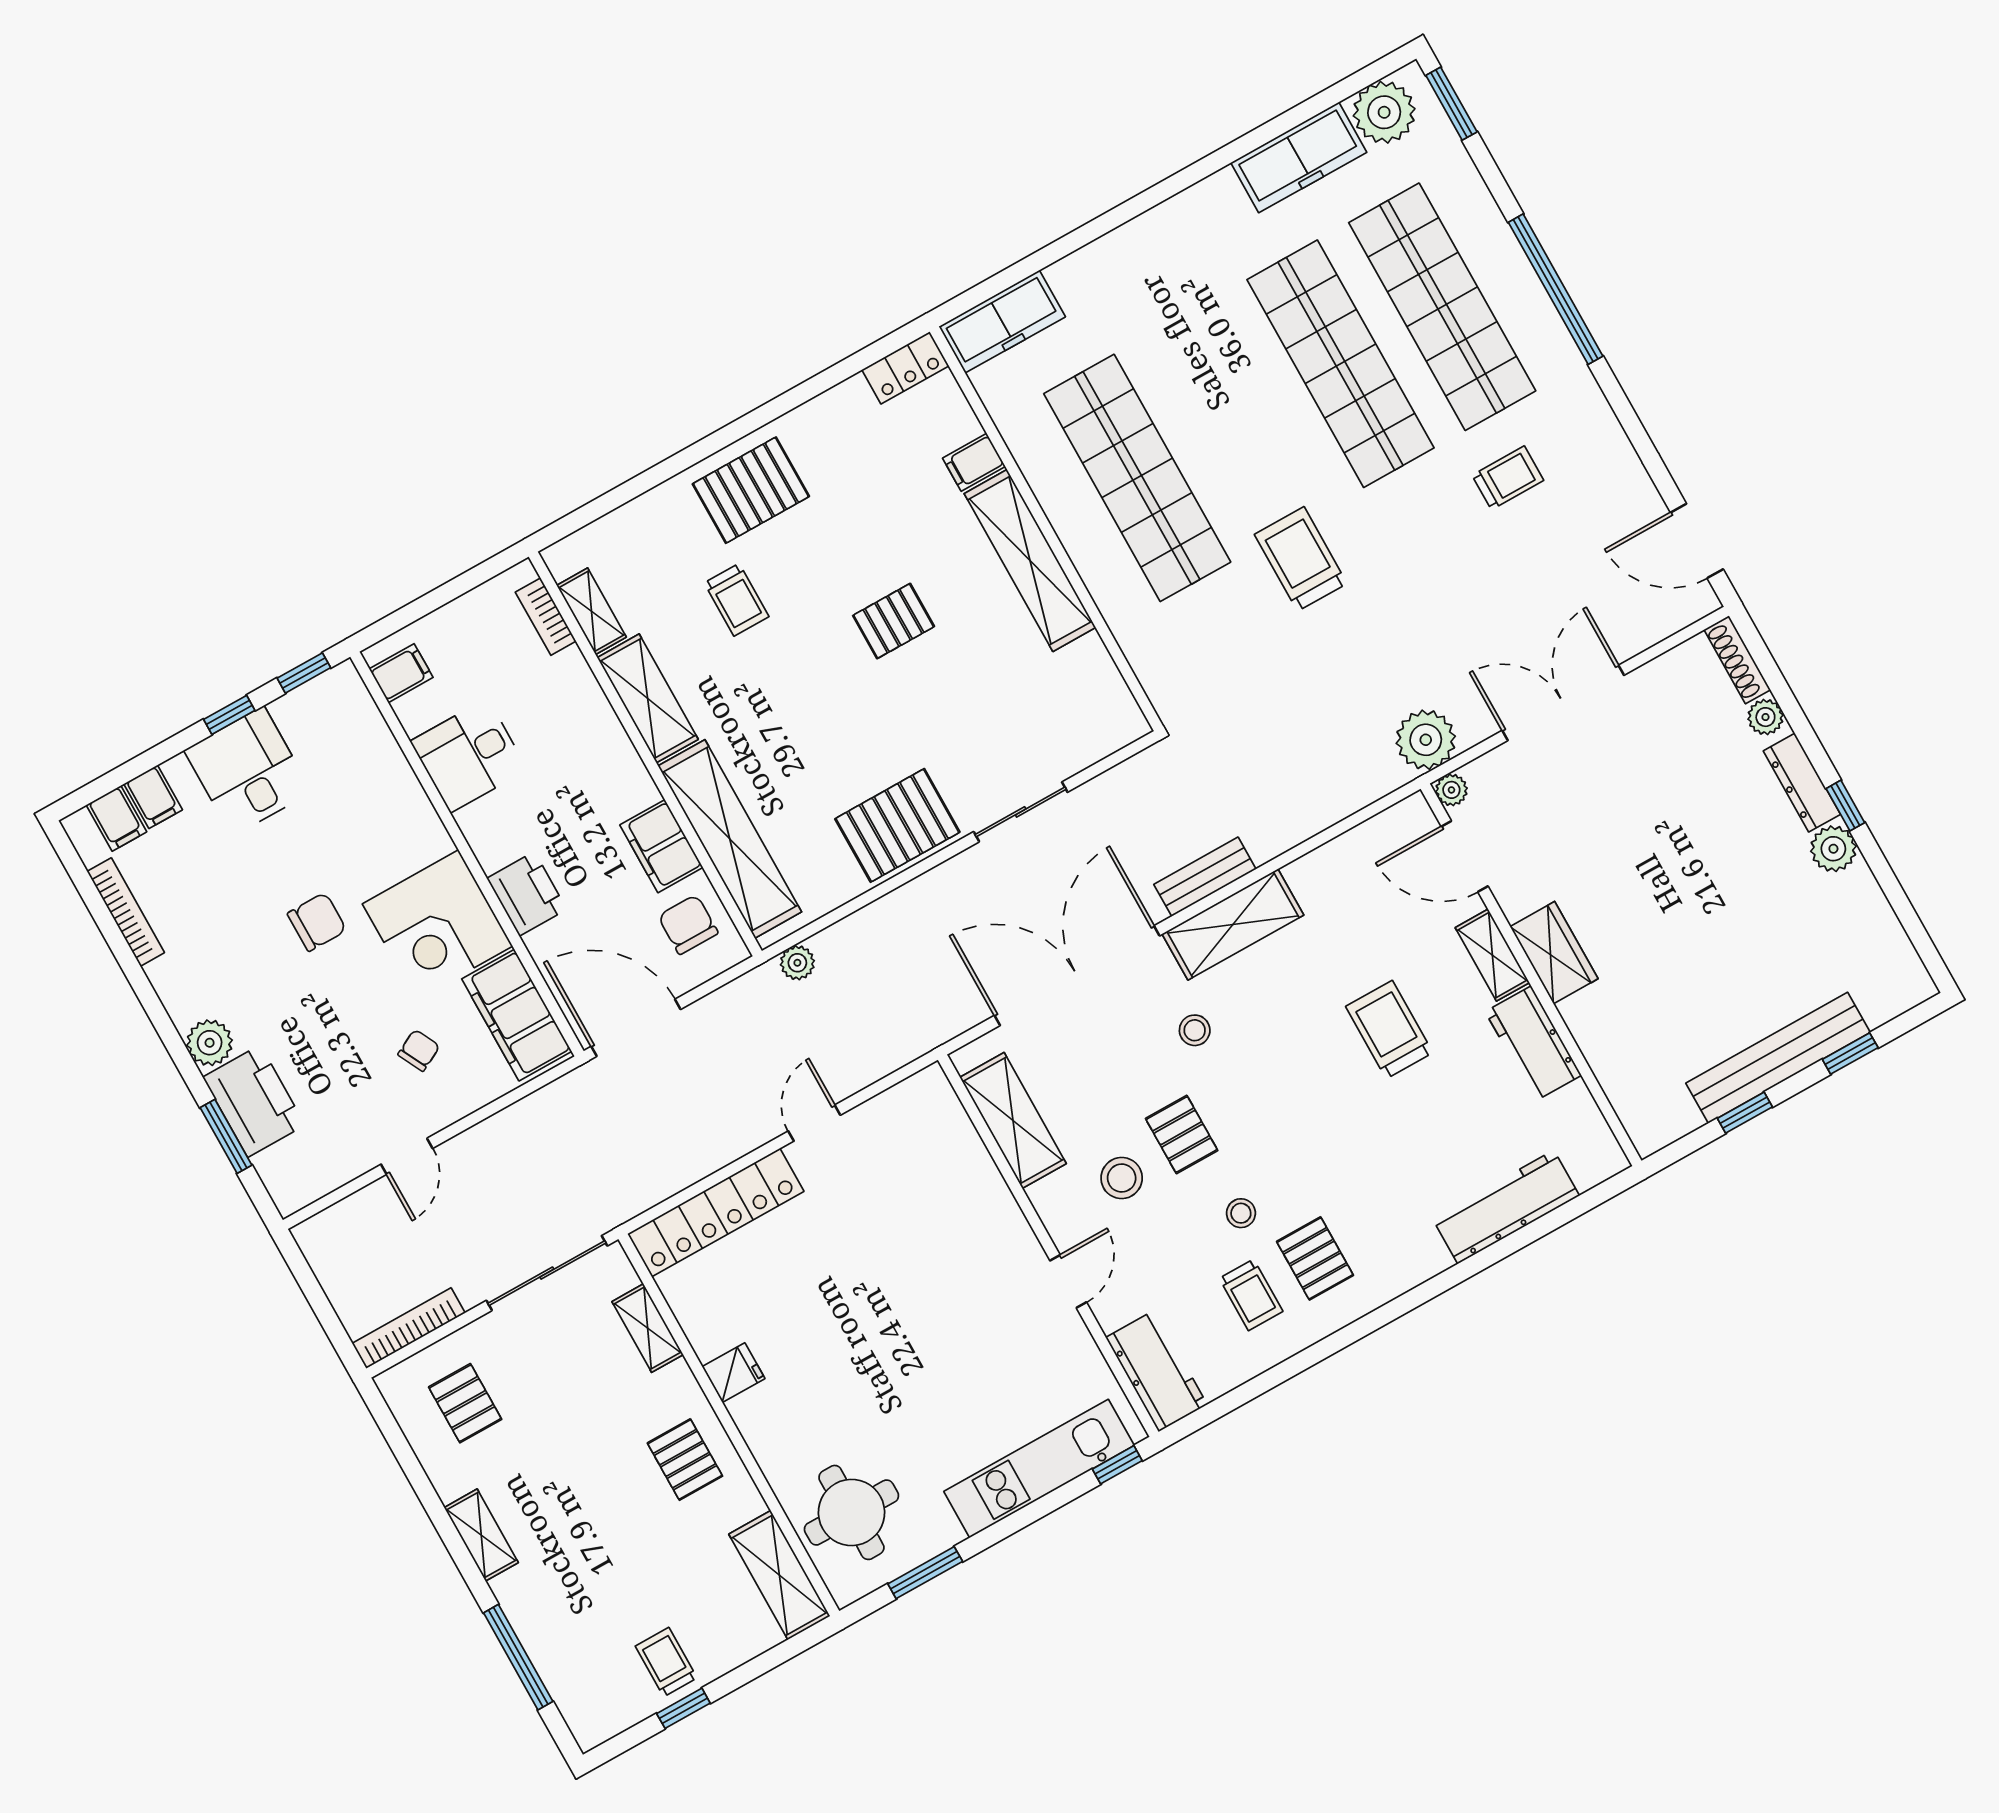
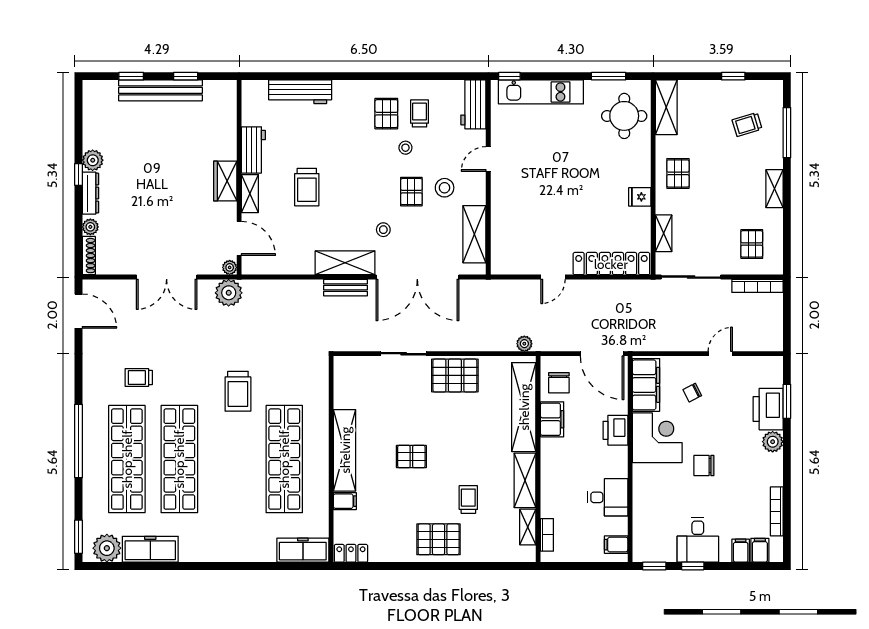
trolley: (666, 1662) -> (747, 124), moved, turned 73

